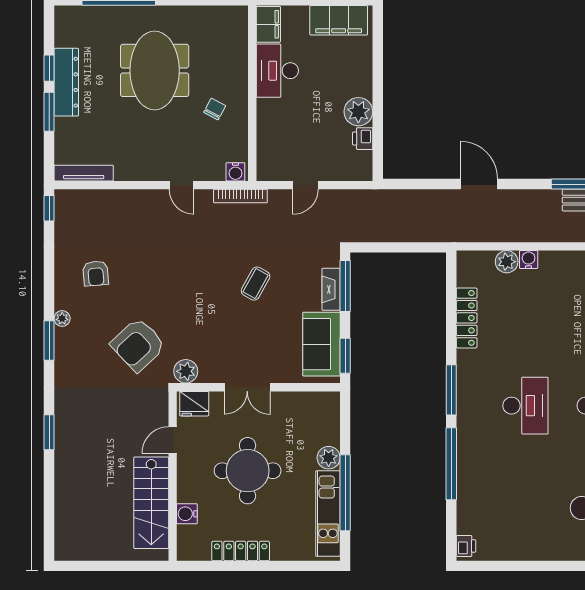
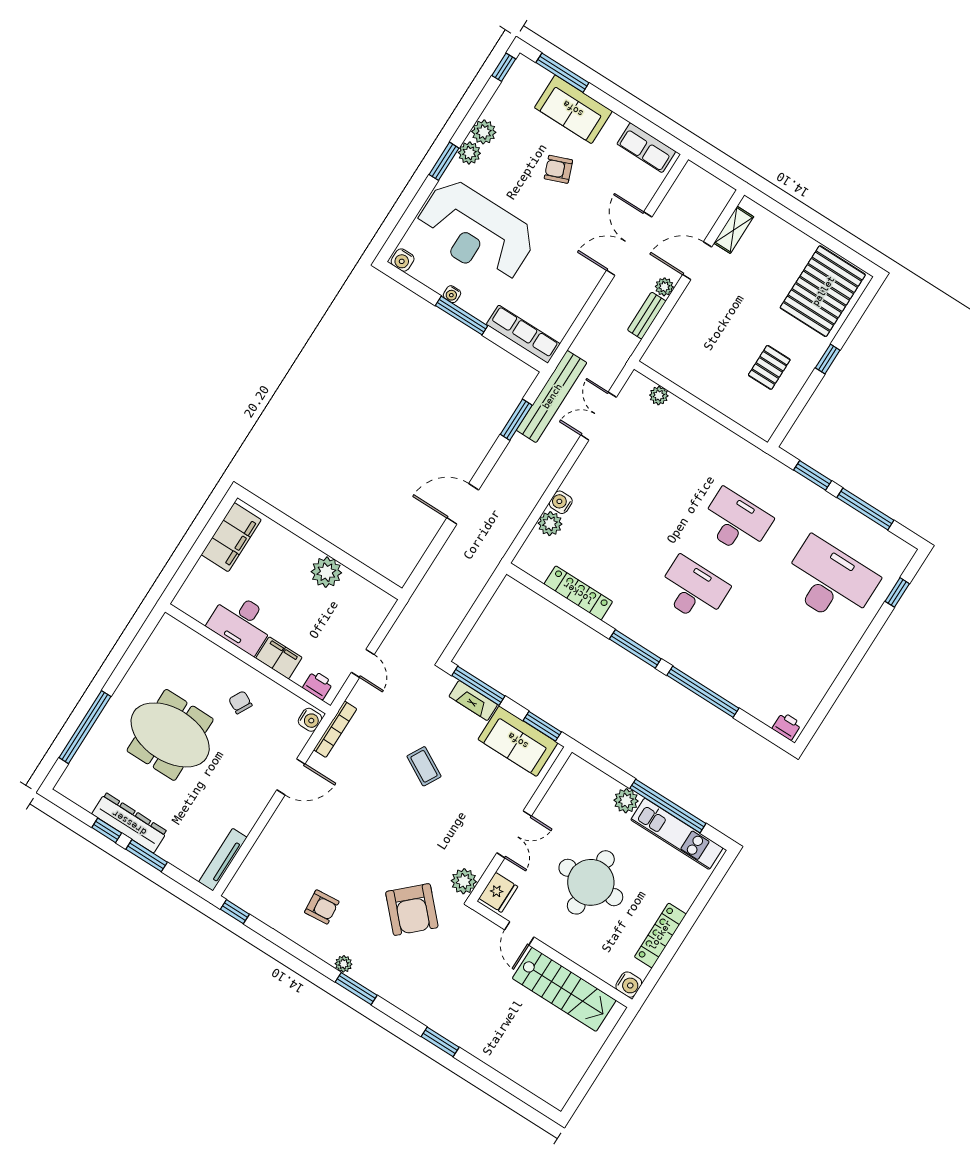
filing cabinet: (268, 24) -> (279, 658), moved
printer: (363, 139) -> (318, 685), moved, turned 180
door: (182, 185) -> (291, 777), width x1.38
water cooler: (187, 514) -> (629, 985), moved, turned -90

